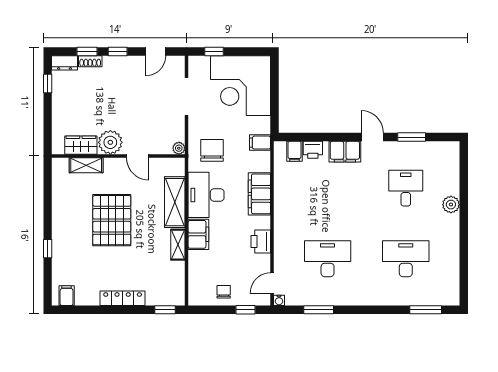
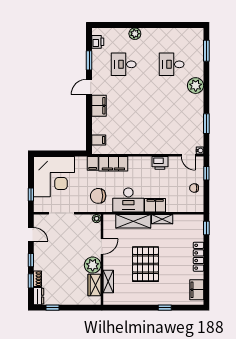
printer: (313, 150) -> (98, 42), moved
filing cabinet: (259, 194) -> (113, 164), moved
pallet: (112, 220) -> (146, 264), turned 90
desk: (328, 259) -> (172, 117), removed
desk: (406, 259) -> (172, 64), width x0.73
plant: (375, 294) -> (196, 86), added
filing cabinet: (67, 296) -> (197, 290), width x2.00

